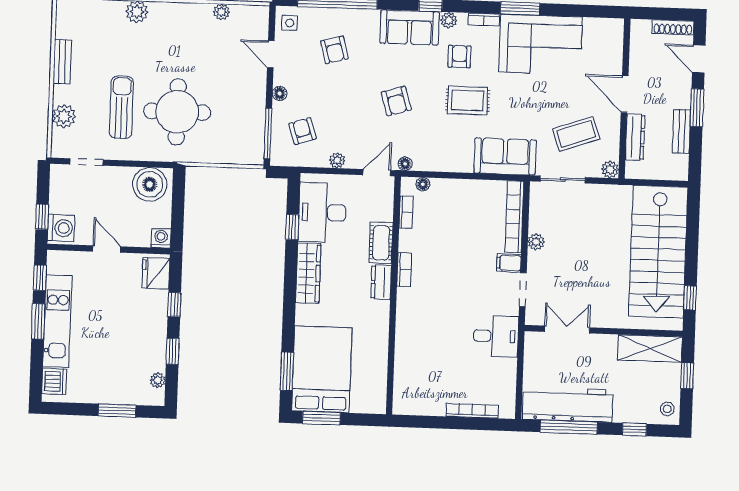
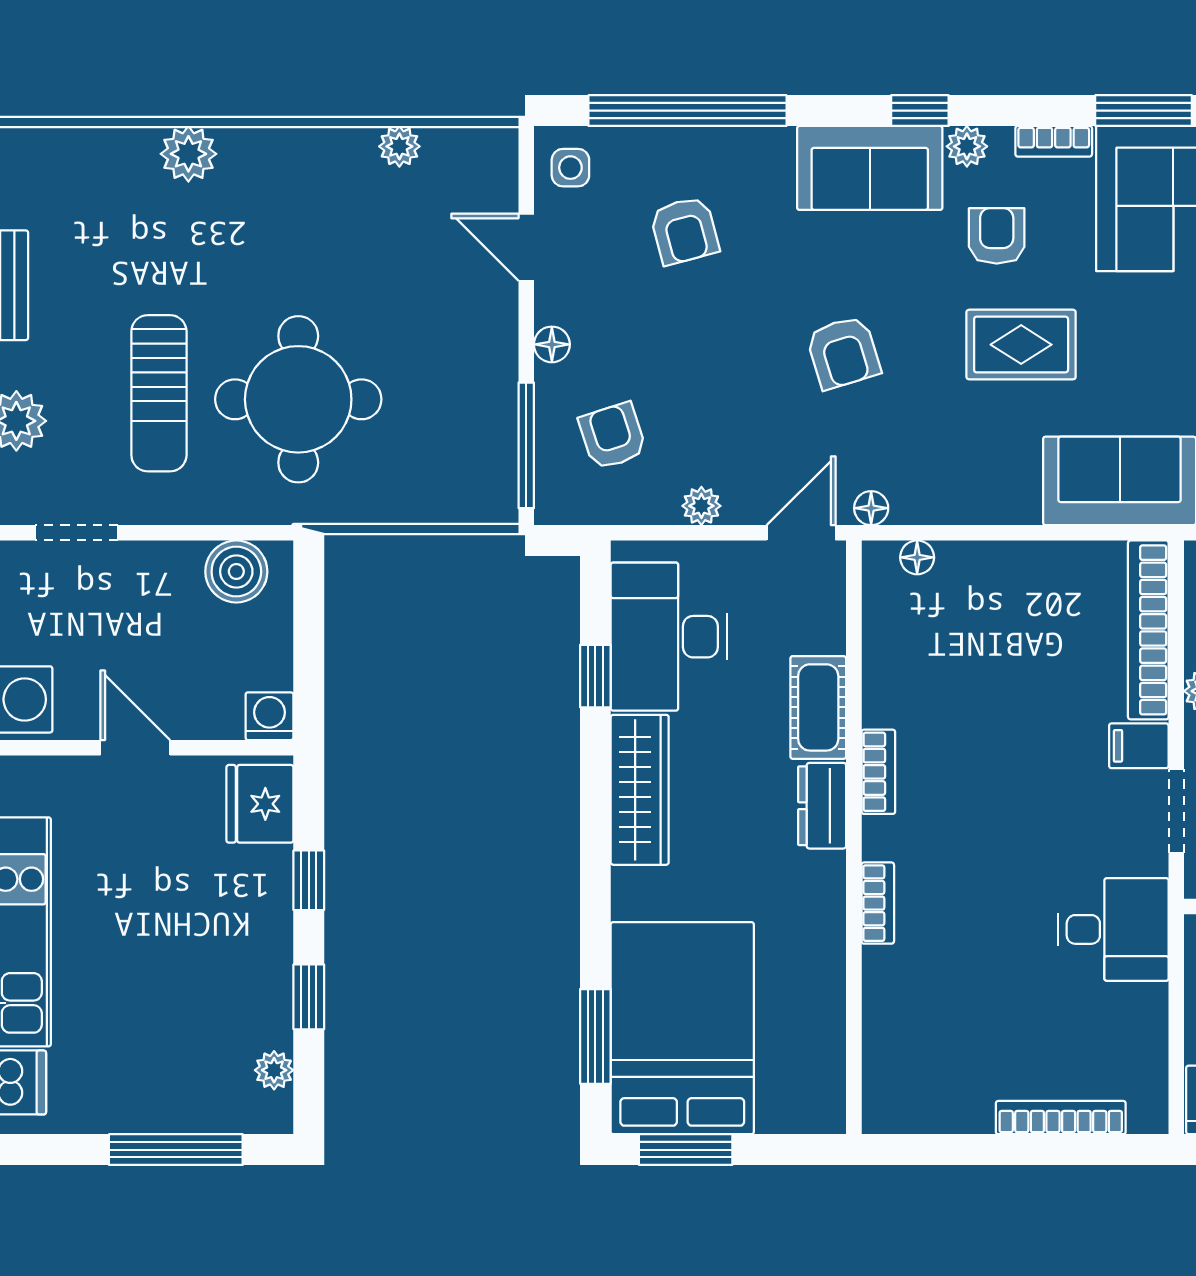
sun lounger: (121, 107) -> (159, 393), turned 180
boiler: (150, 184) -> (236, 572), width x0.73, depth x0.73
bookcase: (406, 212) -> (878, 903), moved
window: (117, 411) -> (176, 1150), width x1.44

